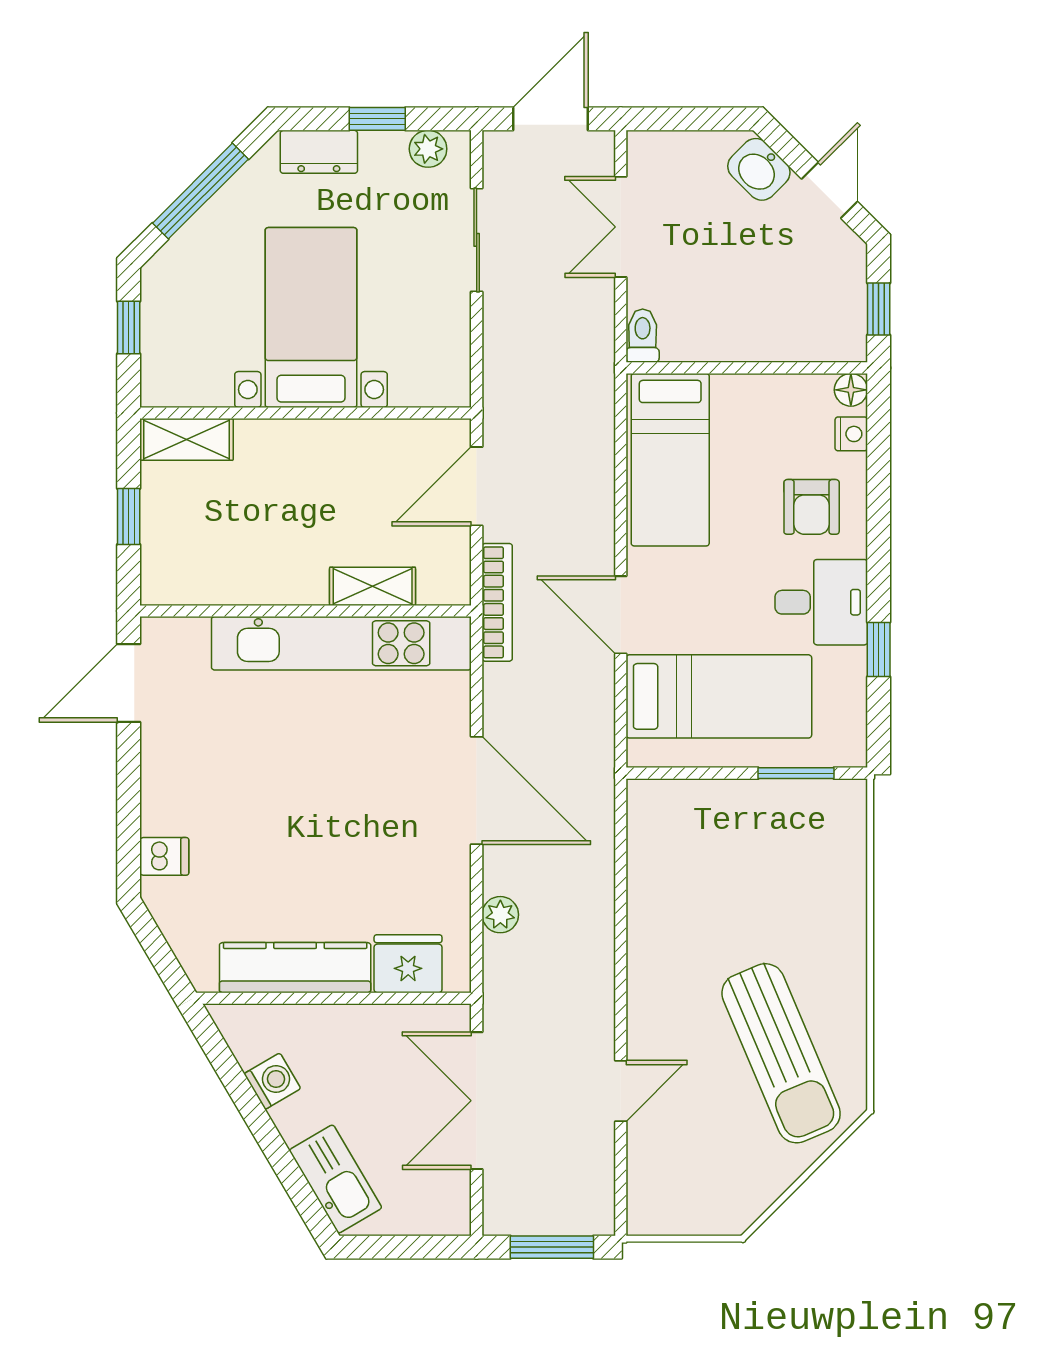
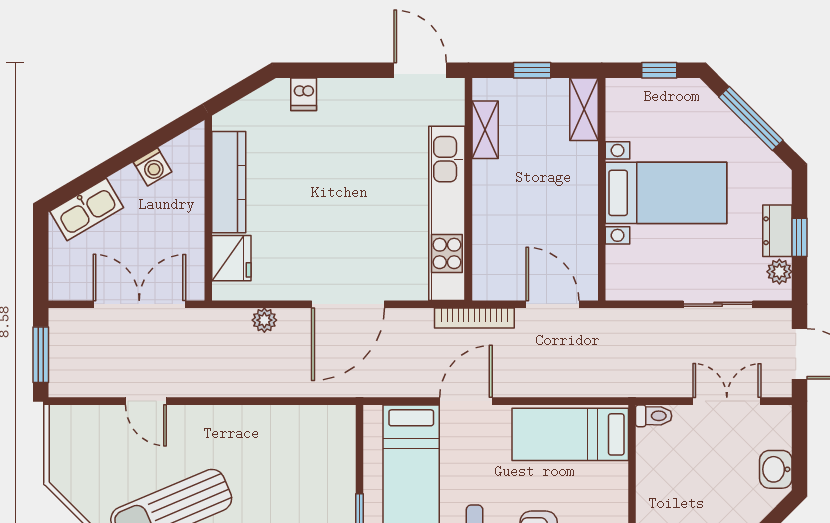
dresser: (319, 152) -> (777, 231), moved
washbasin: (759, 169) -> (776, 469), moved, turned -45
shelving: (373, 586) -> (485, 130), moved

